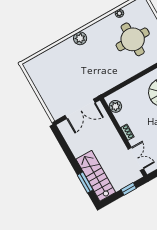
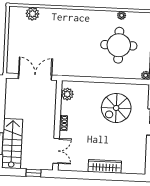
plant: (80, 38) -> (33, 14), moved
double door: (80, 109) -> (35, 77), swing flipped

